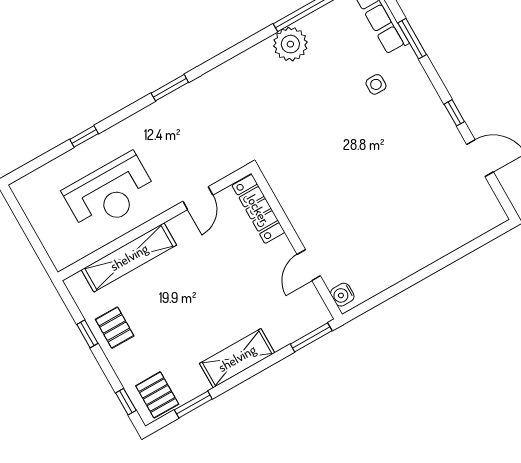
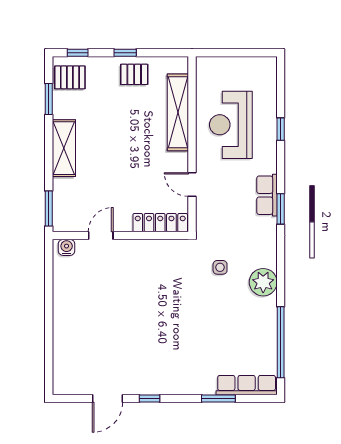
plant: (290, 44) -> (263, 282), moved
side table: (376, 84) -> (220, 267), moved
row of seats: (164, 111) -> (267, 195), added
door: (309, 265) -> (101, 236), hinge flipped
window: (87, 334) -> (125, 53), moved

